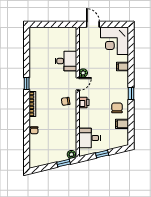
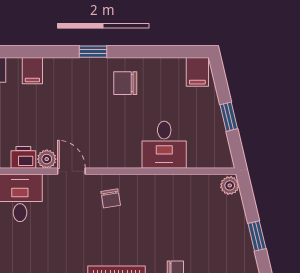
printer: (84, 102) -> (23, 157), moved
filing cabinet: (122, 124) -> (197, 72), moved
desk: (90, 138) -> (164, 145), moved
window: (64, 163) -> (257, 236), moved

